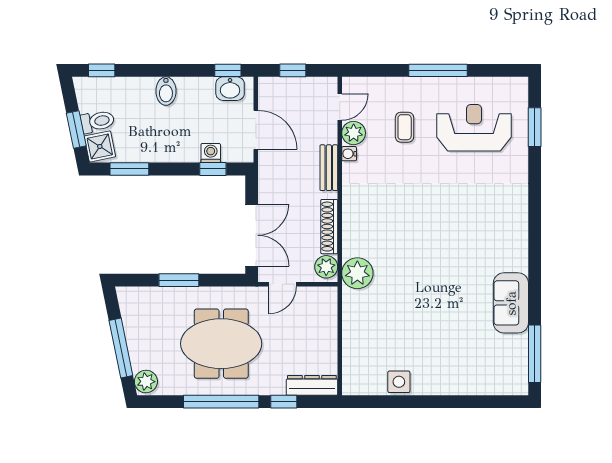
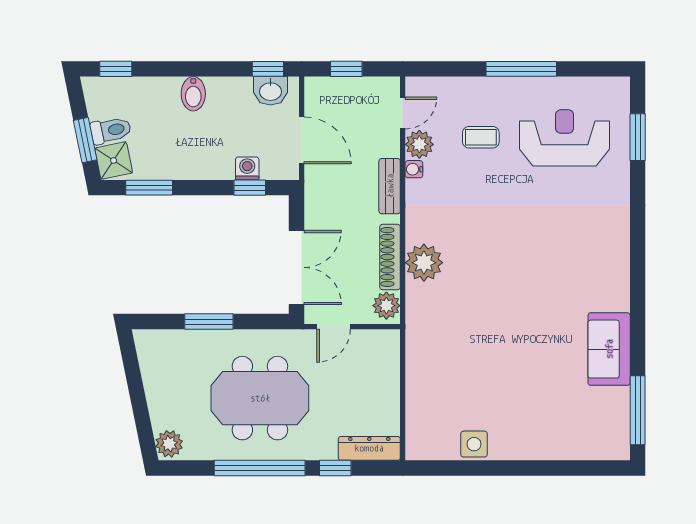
coffee table: (405, 127) -> (481, 137), turned 90
plant: (357, 273) -> (424, 263), moved
window: (121, 348) -> (139, 403), removed

